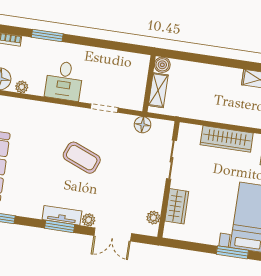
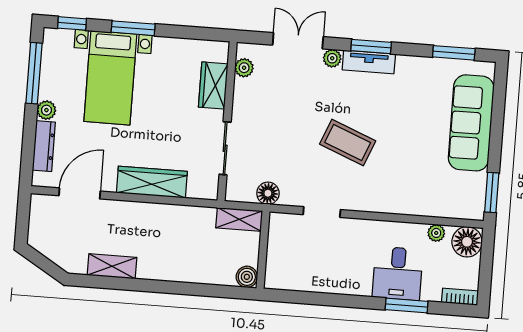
desk: (64, 81) -> (398, 273), moved, turned 180
shelving: (158, 90) -> (239, 219), moved, turned 90

